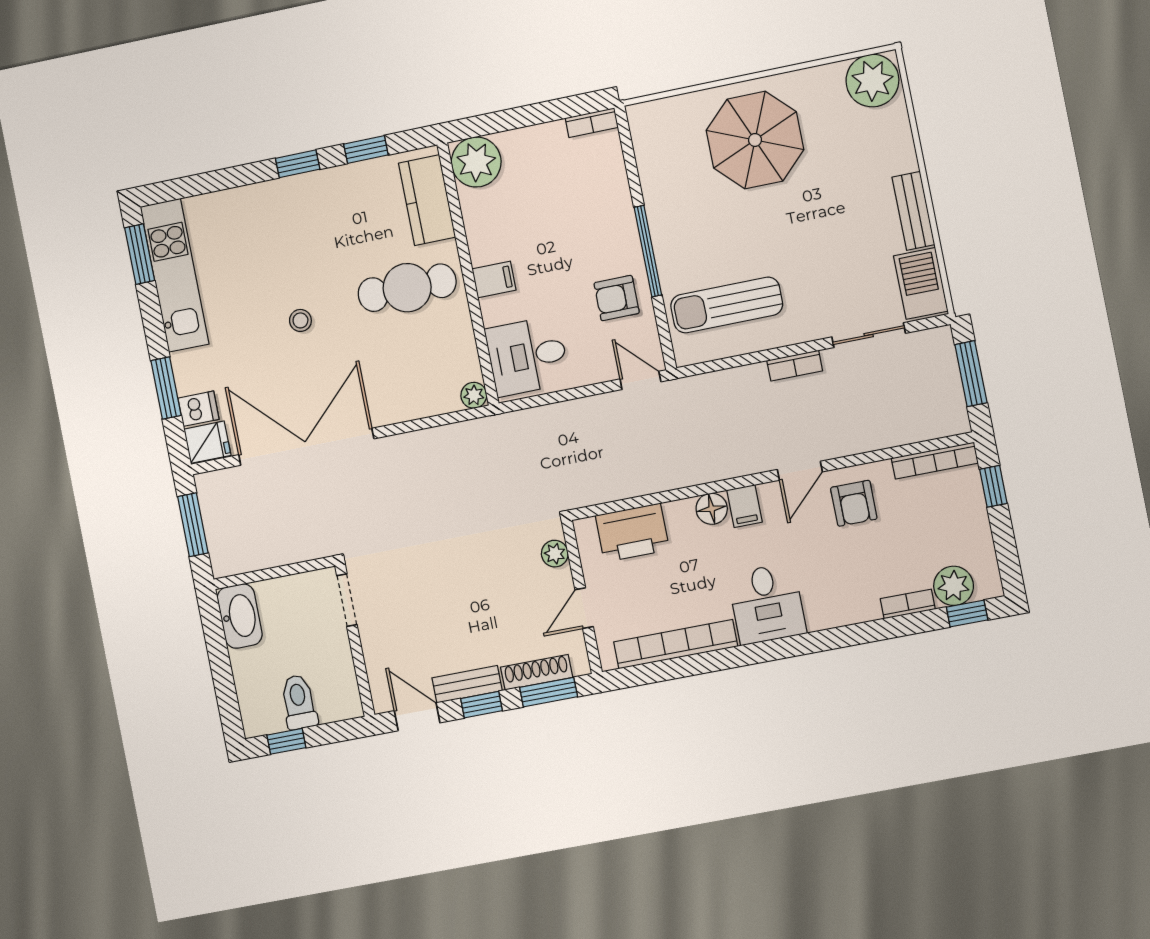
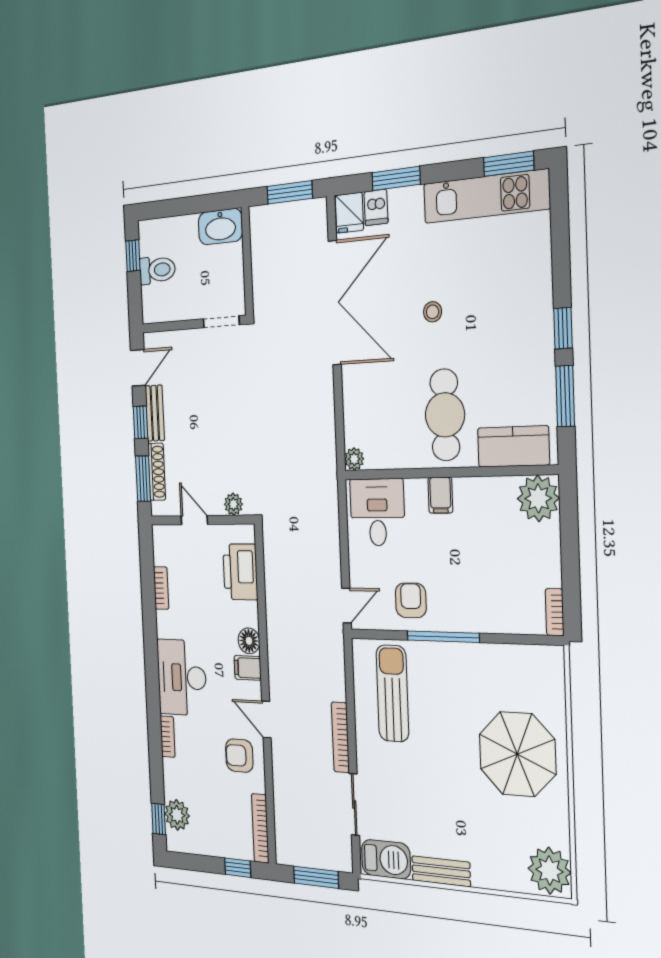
window: (366, 149) -> (565, 396), width x1.50
bookcase: (795, 366) -> (340, 737), width x1.56
desk: (767, 604) -> (182, 677), width x1.37
bookcase: (908, 604) -> (168, 737), moved
bookcase: (676, 644) -> (161, 588), width x0.43, depth x0.76

